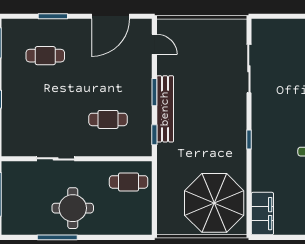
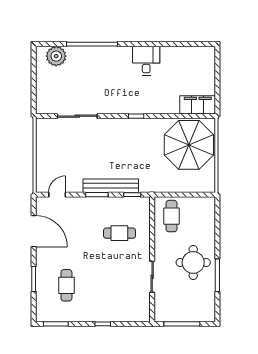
cafe table: (108, 119) -> (119, 233), turned 90

